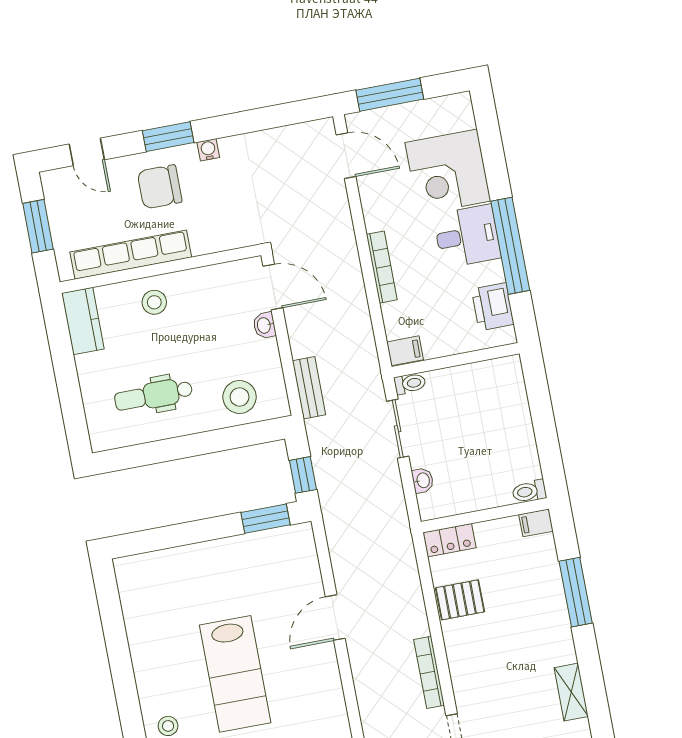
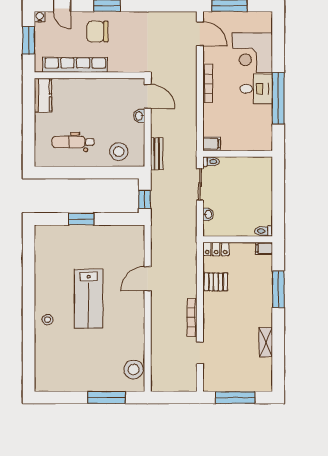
water cooler: (208, 150) -> (40, 17), moved
bookcase: (382, 267) -> (208, 84), moved
stool: (154, 302) -> (83, 93), removed
printer: (493, 307) -> (263, 129), removed
window: (265, 519) -> (81, 219), moved

